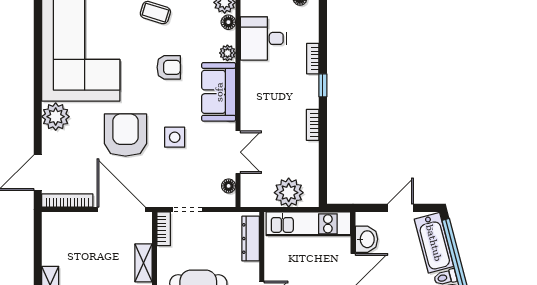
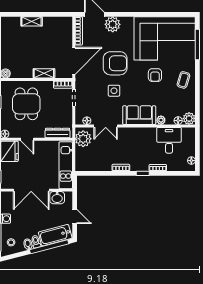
armchair: (169, 67) -> (155, 75), moved
plant: (56, 117) -> (113, 24), moved
plant: (289, 193) -> (83, 139), moved

